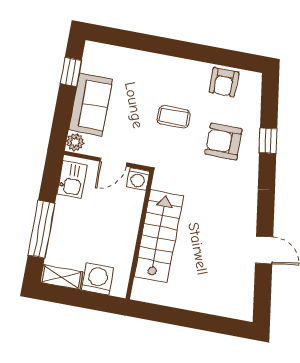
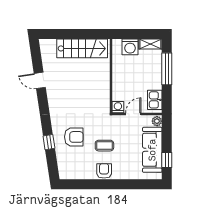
armchair: (224, 82) -> (104, 171), moved
sofa: (90, 105) -> (152, 150), width x1.36
stairs: (159, 236) -> (82, 48), moved, turned -90

